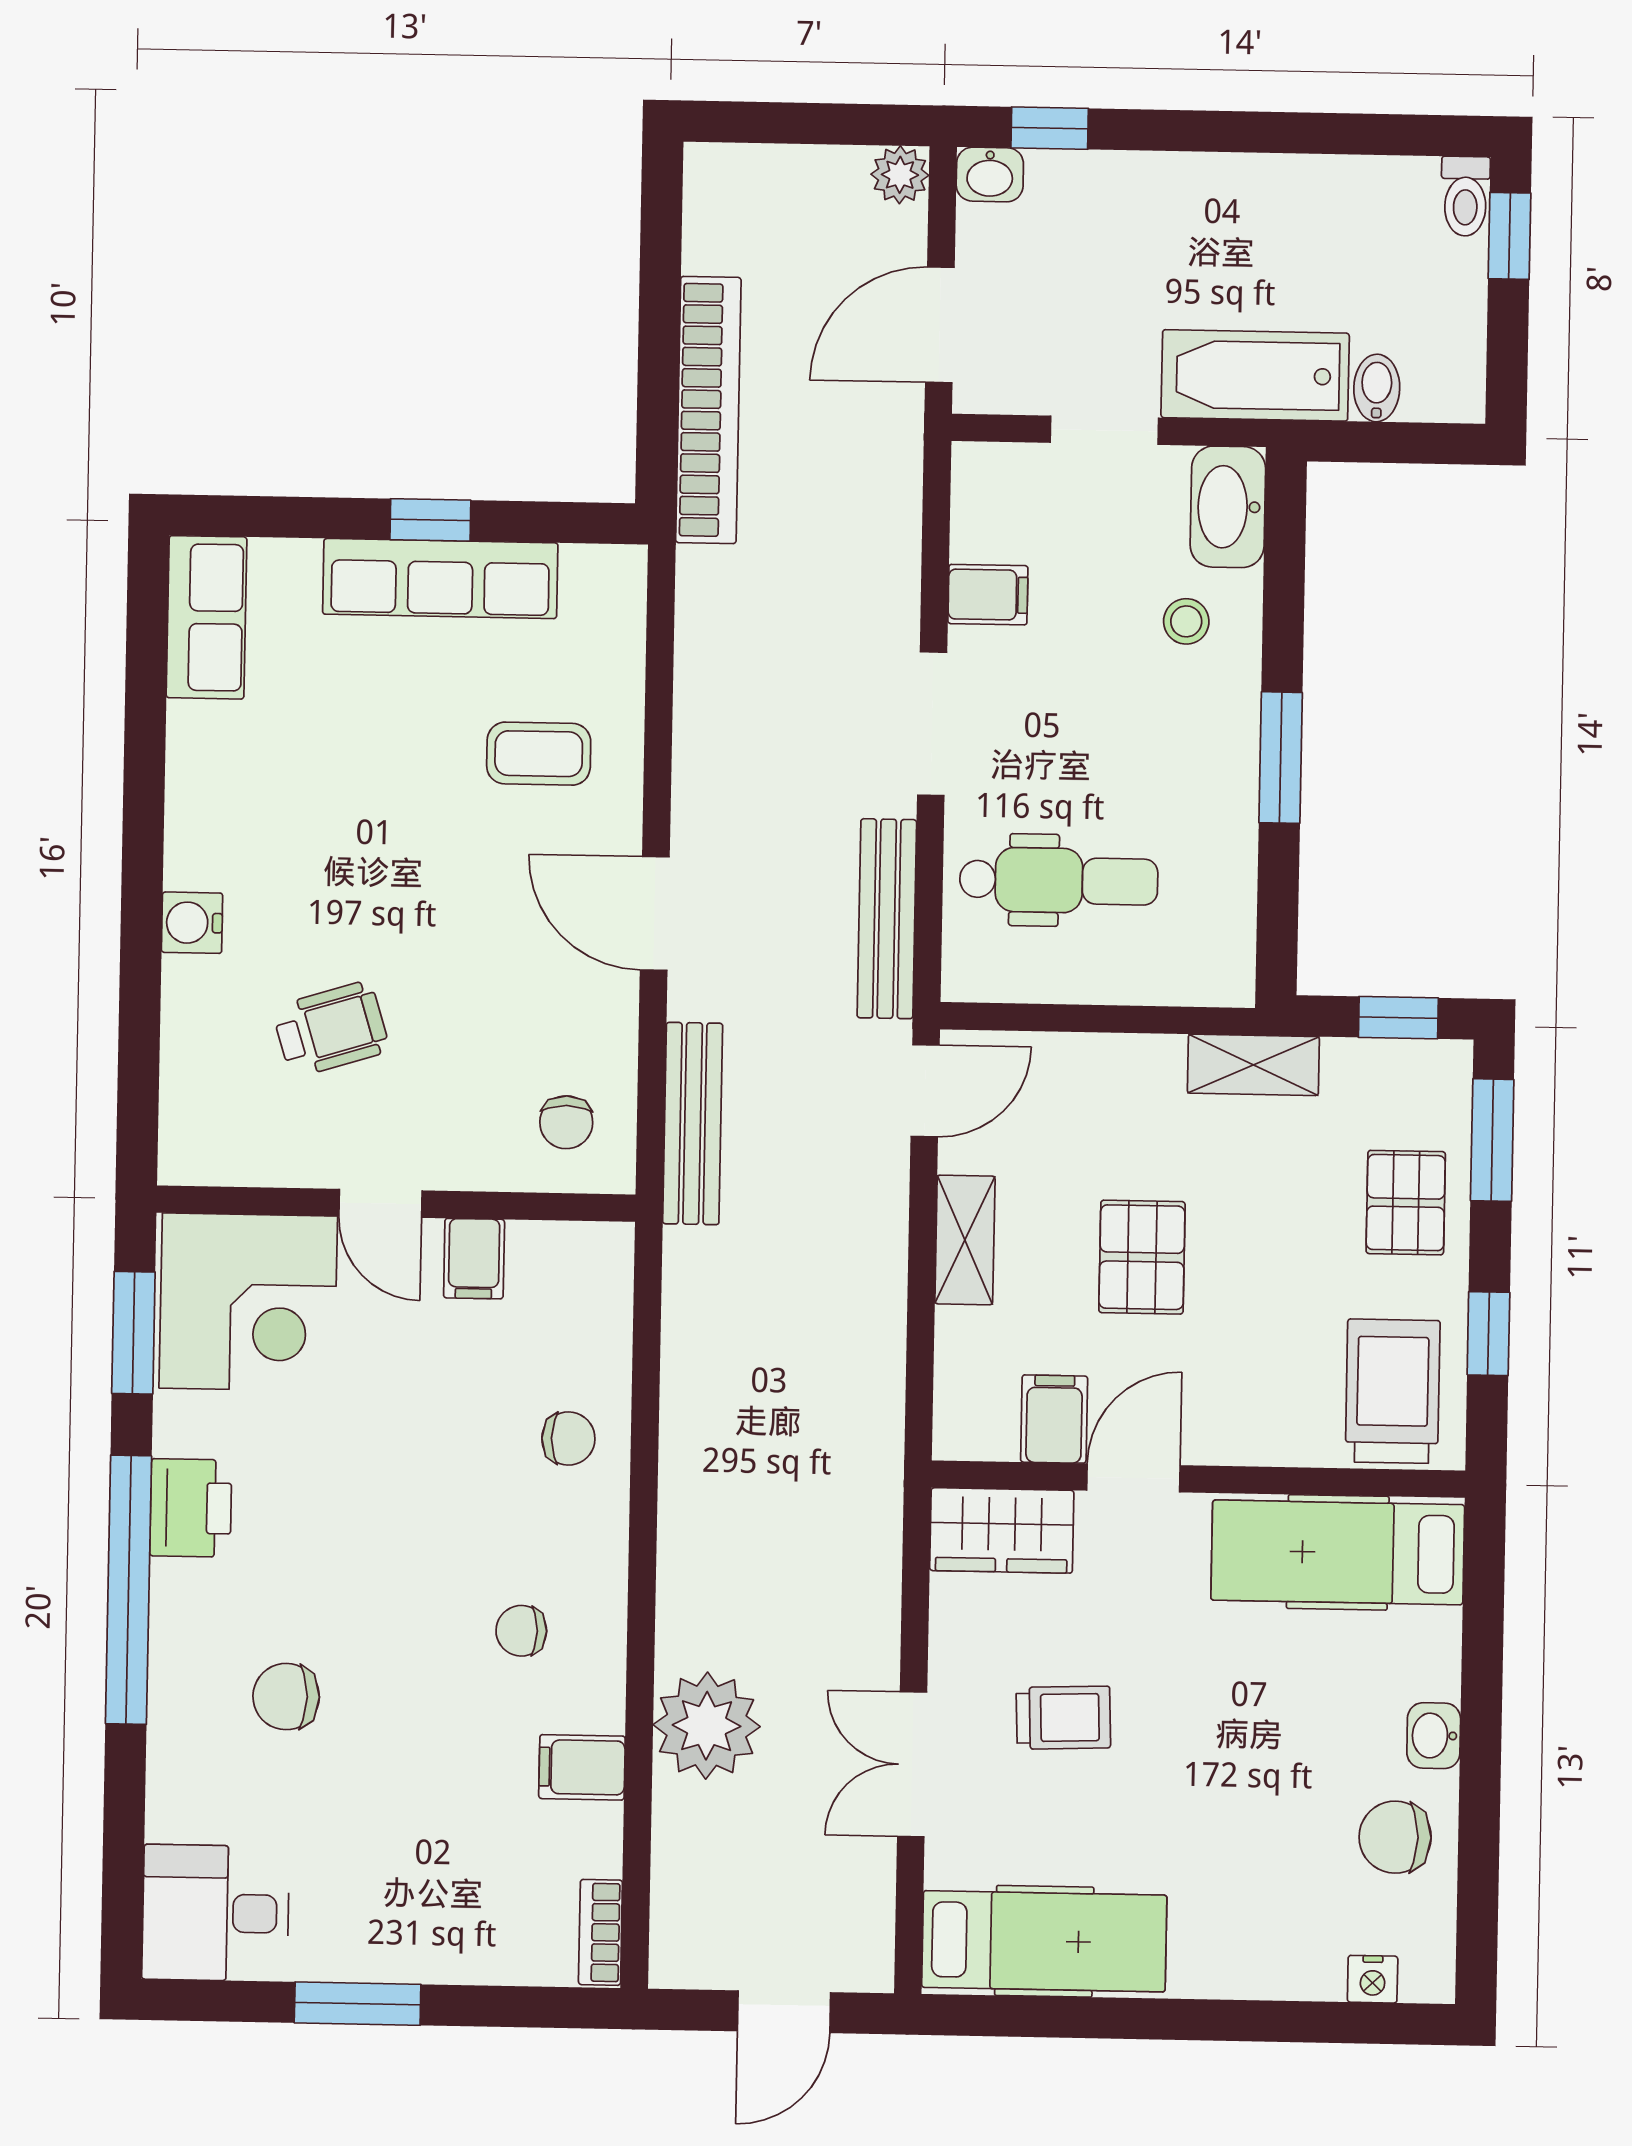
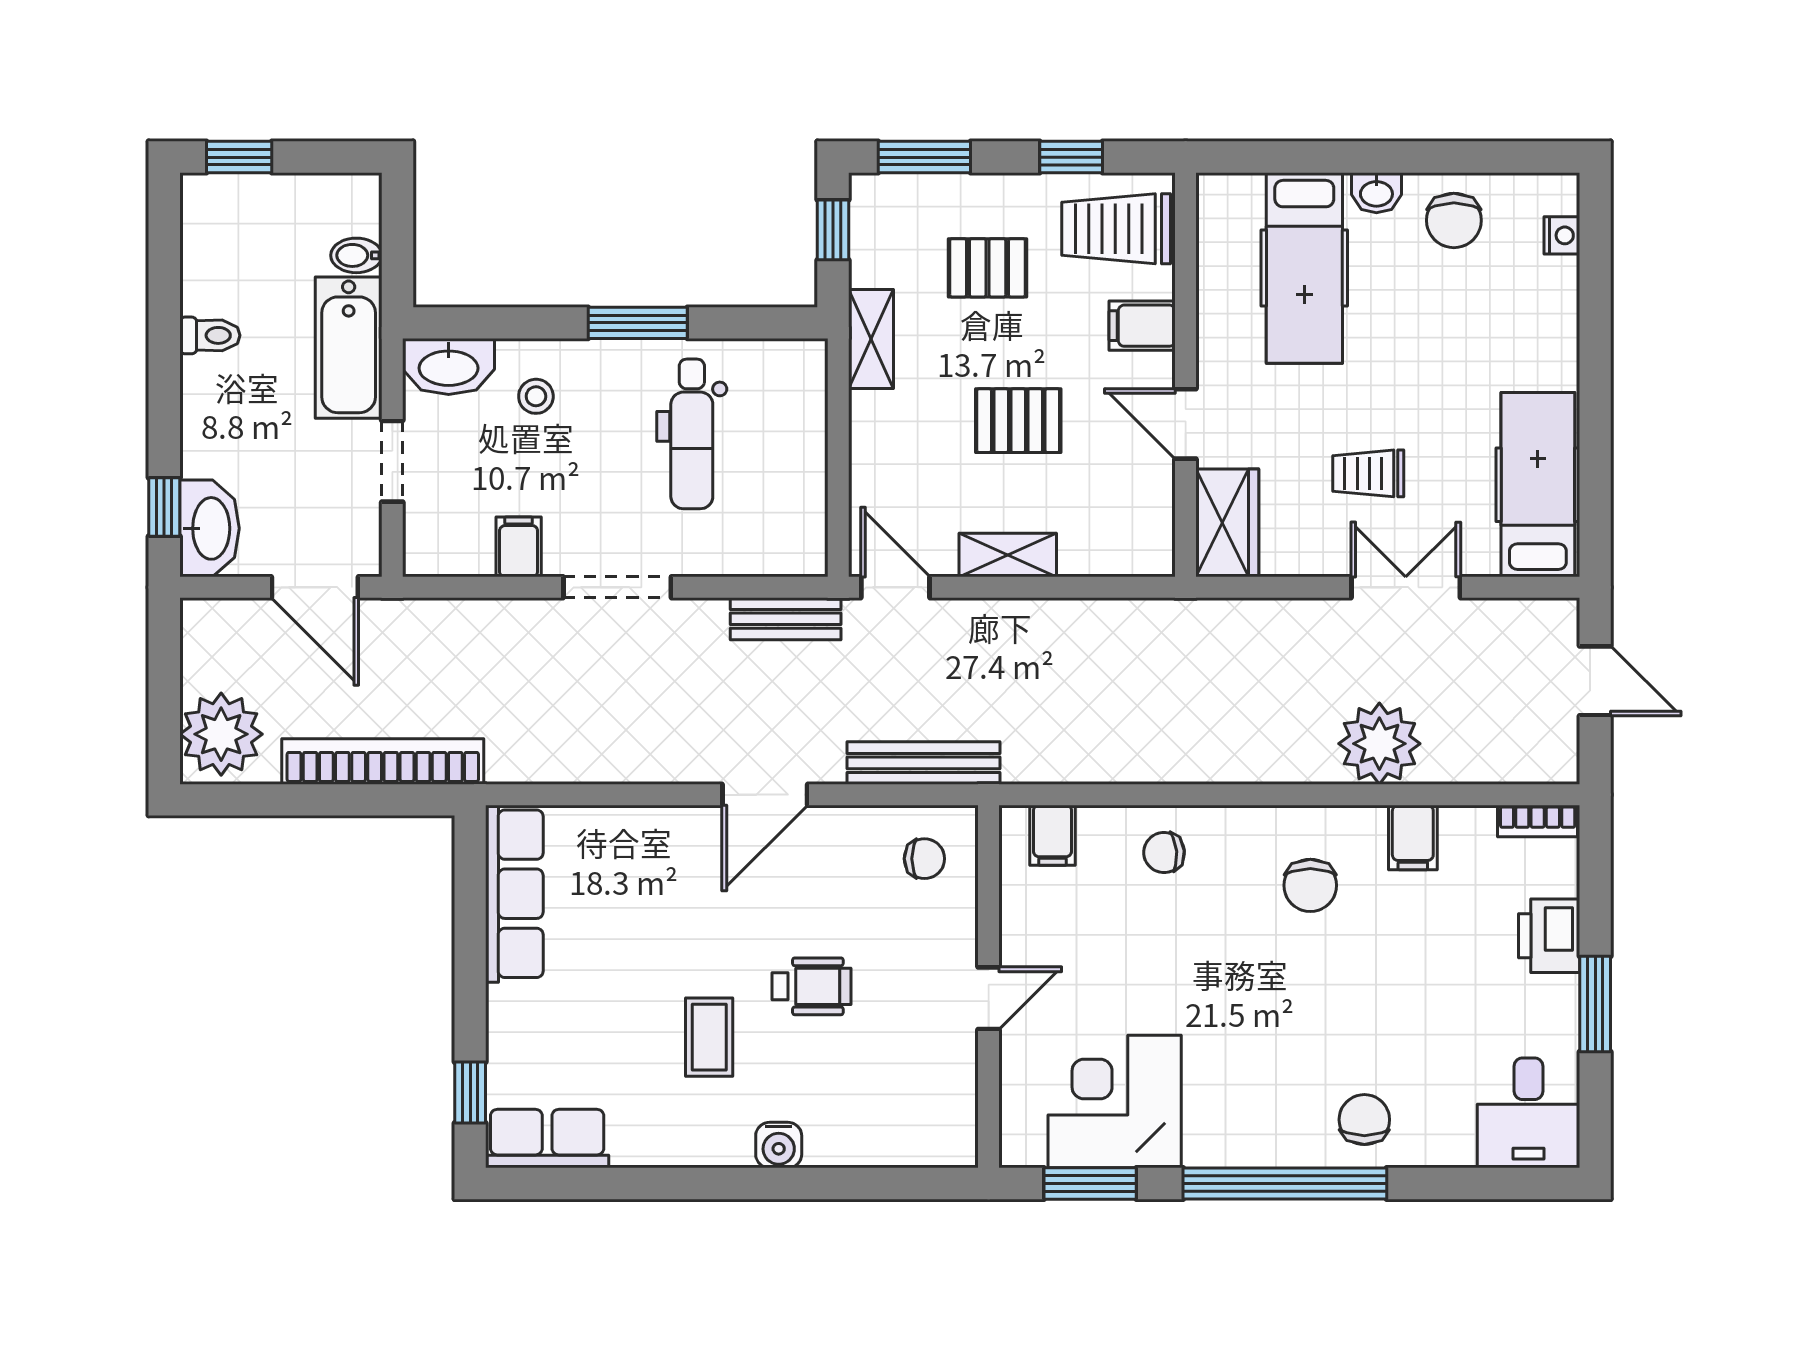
washbasin: (990, 174) -> (209, 528), width x1.91, depth x1.45
plant: (900, 175) -> (221, 734), moved, width x1.88, depth x1.88
toilet: (1465, 196) -> (210, 335), moved
window: (430, 520) -> (470, 1093), moved
row of seats: (440, 579) -> (514, 894), moved
coffee table: (539, 754) -> (709, 1037), moved
dental chair: (1059, 880) -> (692, 434), moved, turned 180
bench: (887, 919) -> (786, 619), width x0.73
wheelchair: (331, 1029) -> (812, 986), moved, turned 107
pallet: (1406, 1203) -> (988, 268), moved
filing cabinet: (474, 1259) -> (1053, 835), moved, turned 90
corner desk: (248, 1302) -> (1115, 1102), moved, turned -90
filing cabinet: (1054, 1419) -> (1142, 326), moved
chair: (568, 1439) -> (1164, 852), turned -95
printer: (191, 1508) -> (1549, 936), moved, turned -90
hospital bed: (1338, 1552) -> (1304, 268), moved
chair: (521, 1631) -> (1310, 885), width x1.37, depth x1.37
chair: (286, 1697) -> (1364, 1120), moved, turned 180
trolley: (1063, 1718) -> (1368, 473), turned -88
double door: (912, 1764) -> (1406, 587), swing flipped

